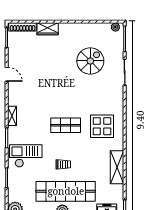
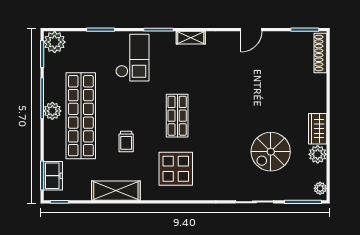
wardrobe: (48, 29) -> (318, 129), moved
plant: (92, 29) -> (318, 154), added
spiral stairs: (90, 61) -> (271, 152), turned 90
trolley: (63, 164) -> (126, 142), moved

